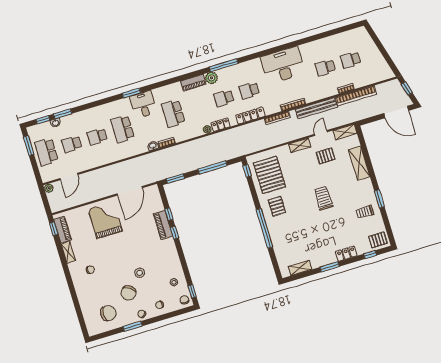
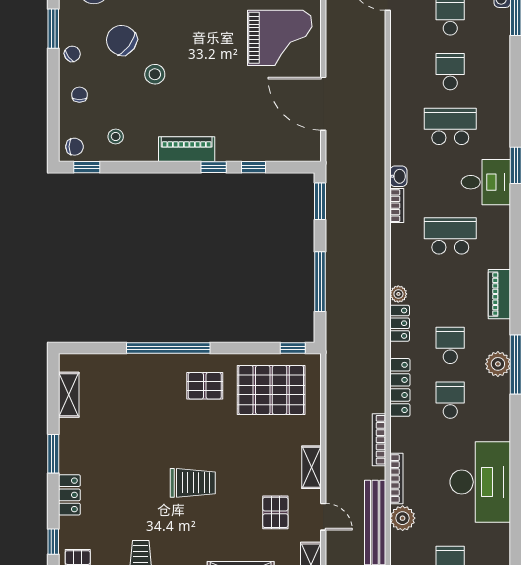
plant: (211, 78) -> (498, 364), moved
plant: (310, 96) -> (403, 518), added
piano: (163, 225) -> (187, 149), moved

